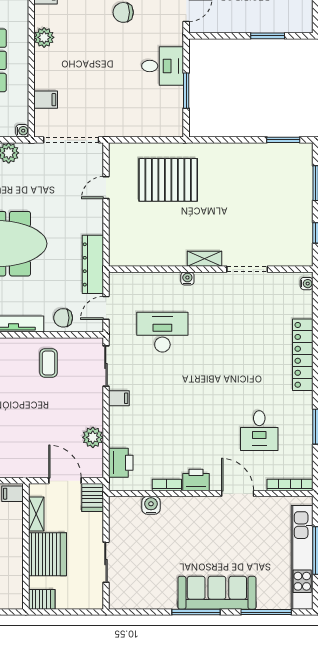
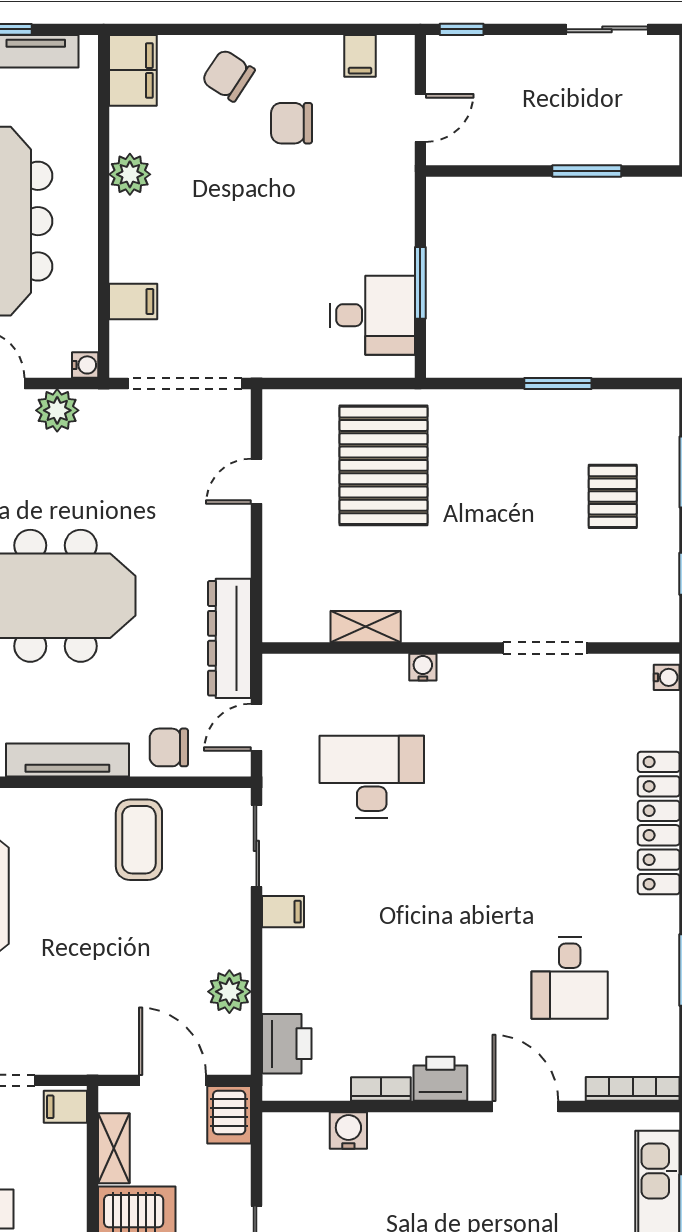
desk: (163, 66) -> (372, 315), moved
window: (283, 140) -> (558, 383), moved
pallet: (168, 180) -> (383, 465), turned 90
pallet: (280, 195) -> (613, 496), added
shelving: (205, 259) -> (366, 627), moved
coffee table: (49, 363) -> (139, 840), width x1.36, depth x1.30

